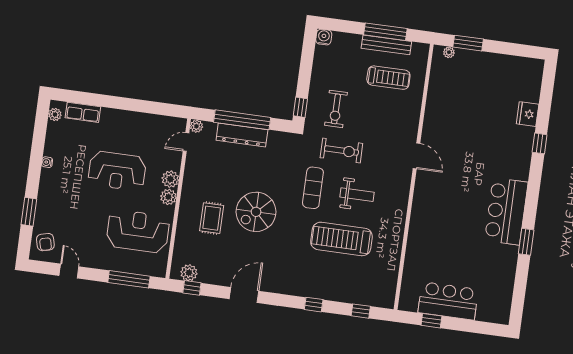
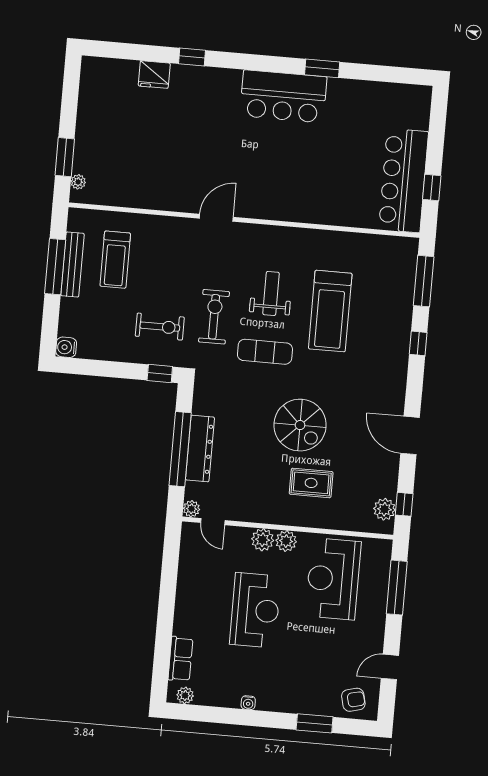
treadmill: (388, 78) -> (115, 260), turned 180
bar counter: (448, 301) -> (404, 180), width x1.36
window: (361, 311) -> (424, 281), width x2.17

